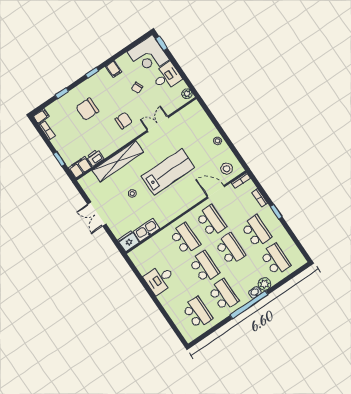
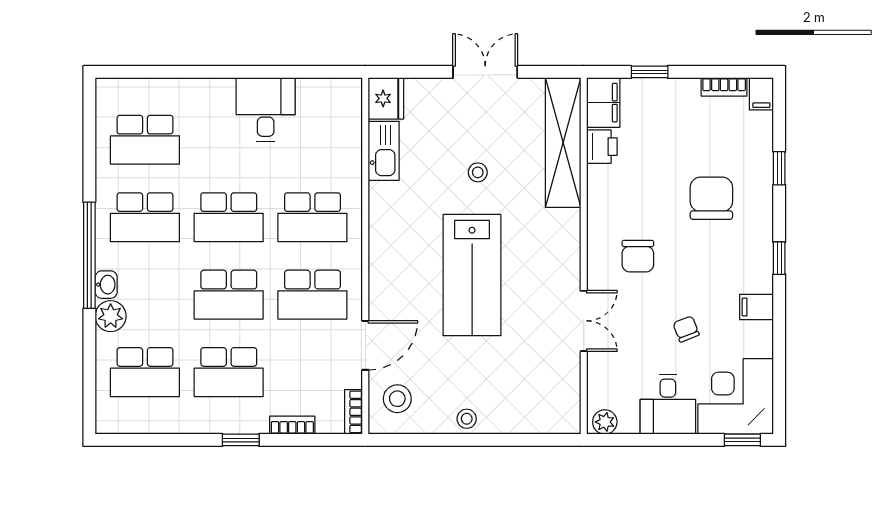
shelving: (118, 161) -> (563, 143), moved

